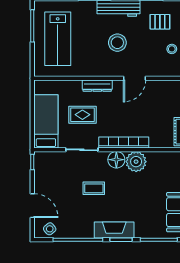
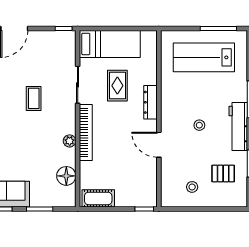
pallet: (160, 22) -> (223, 173), turned 90
stool: (117, 43) -> (199, 125), width x0.53, depth x0.53
floor lamp: (116, 160) -> (66, 176), moved
plant: (136, 162) -> (70, 141), width x0.53, depth x0.53

